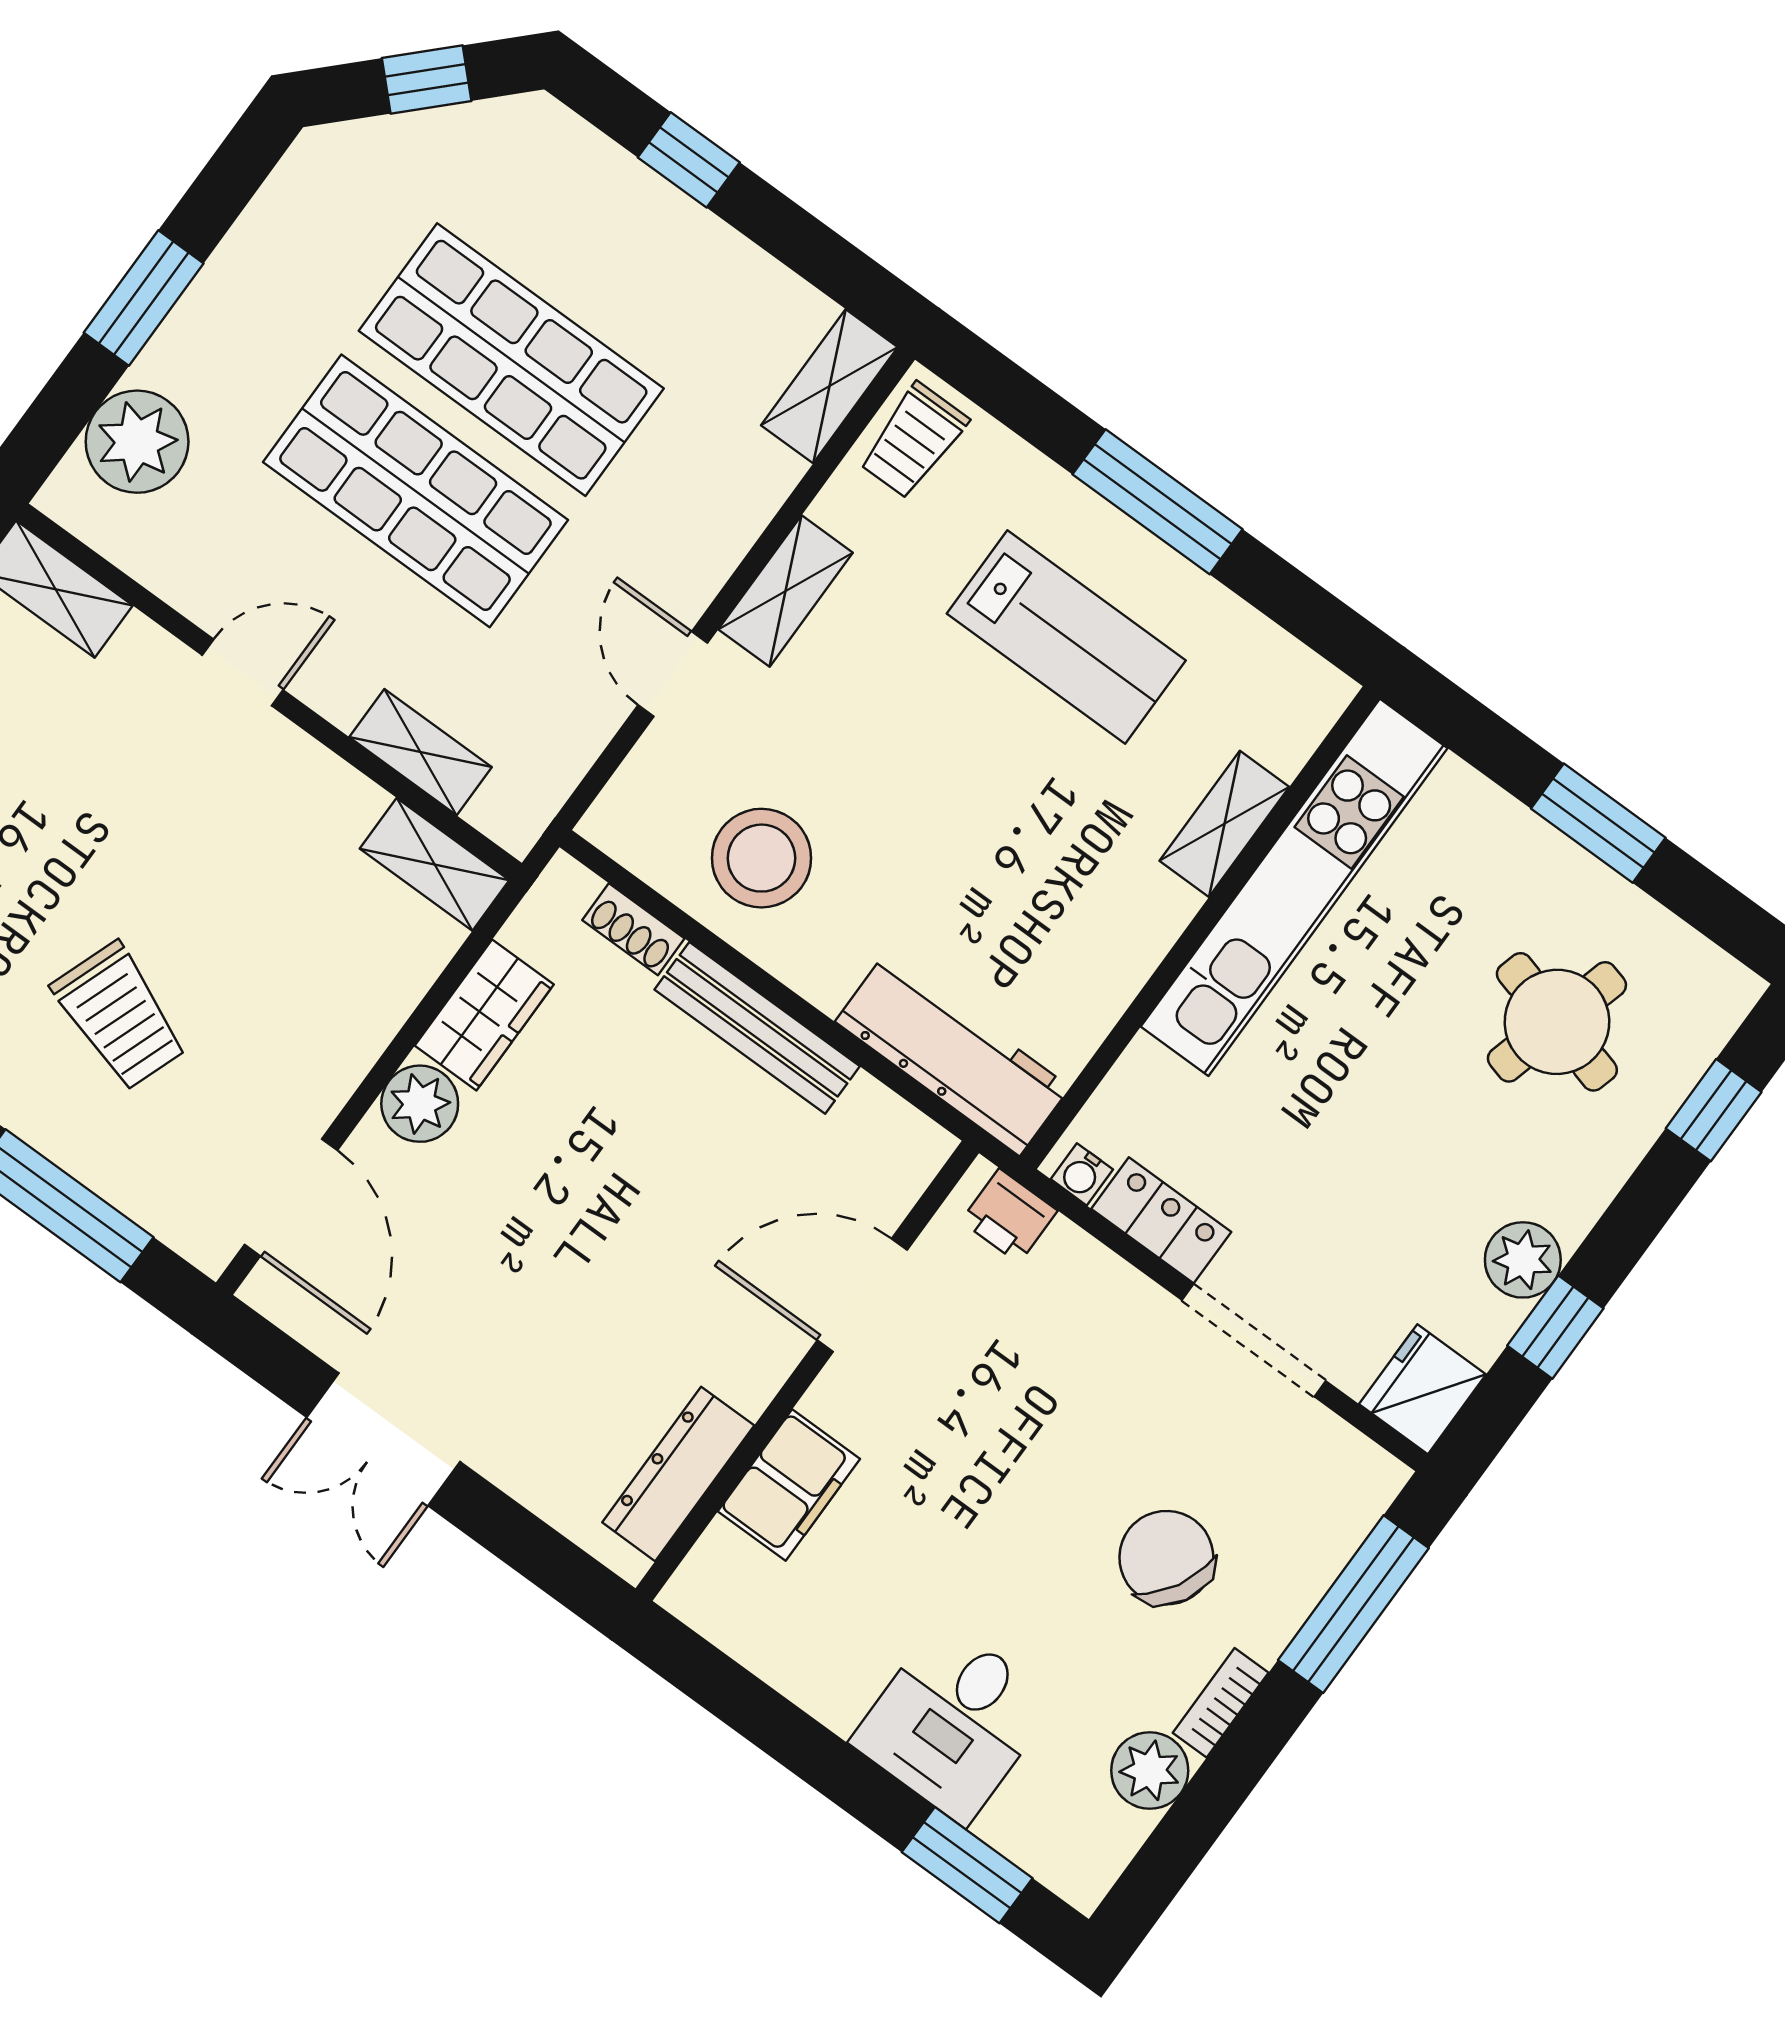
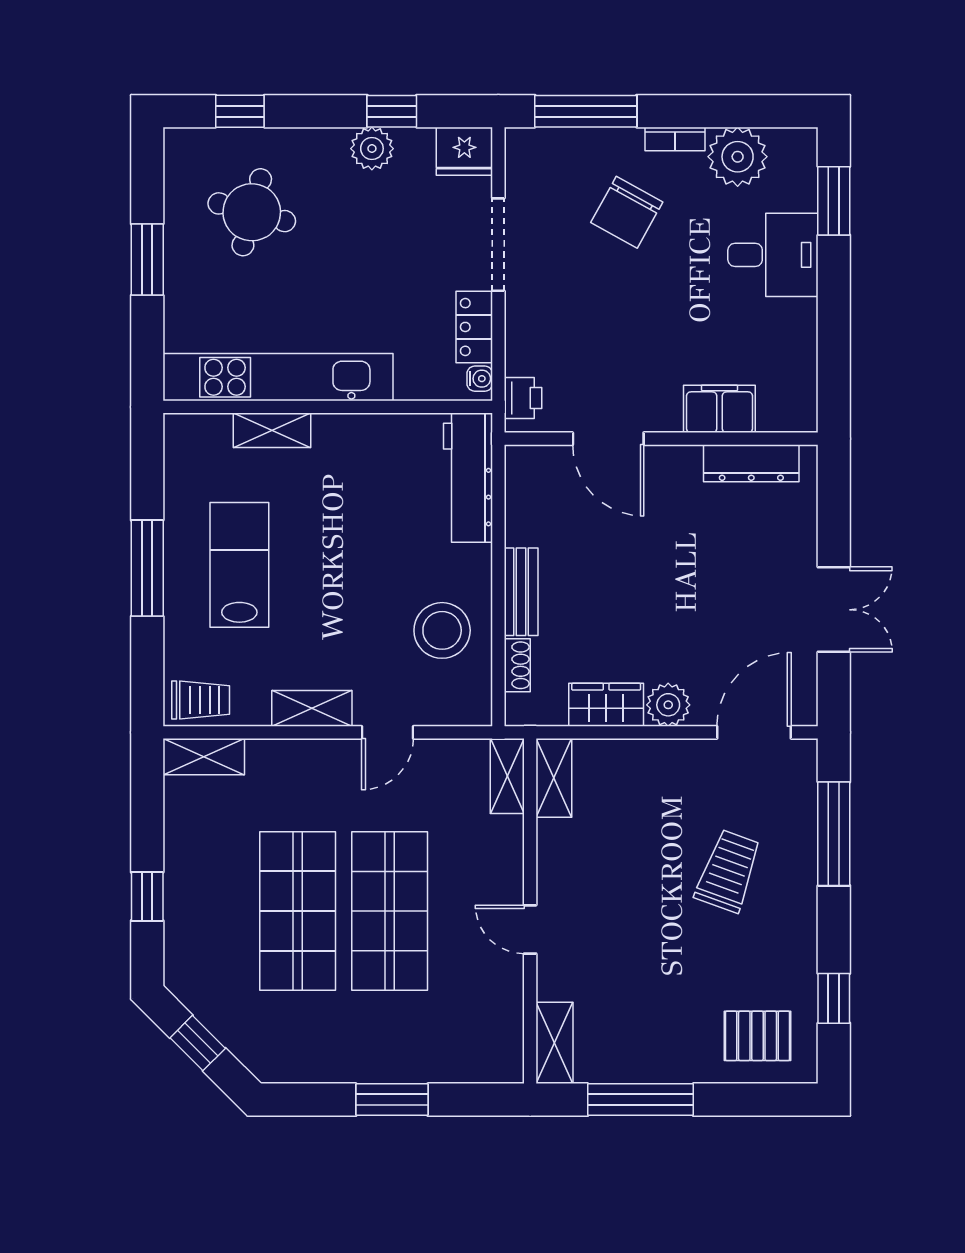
plant: (137, 442) -> (460, 1055), removed
shelving: (420, 752) -> (507, 776), moved
bench: (757, 1028) -> (521, 592), width x0.73
plant: (1150, 1771) -> (738, 157), width x1.36, depth x1.36

